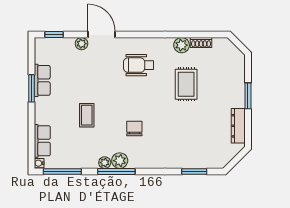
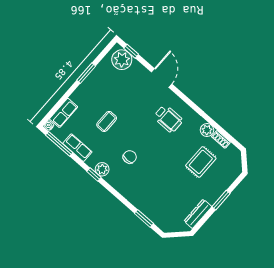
plant: (82, 44) -> (122, 60), moved, width x1.88, depth x1.88
wheelchair: (139, 65) -> (168, 119), turned 180
row of seats: (42, 80) -> (77, 148), moved, turned -90
rug: (186, 84) -> (201, 162), moved
plant: (105, 163) -> (91, 162), removed
window: (116, 171) -> (94, 174), width x0.46

